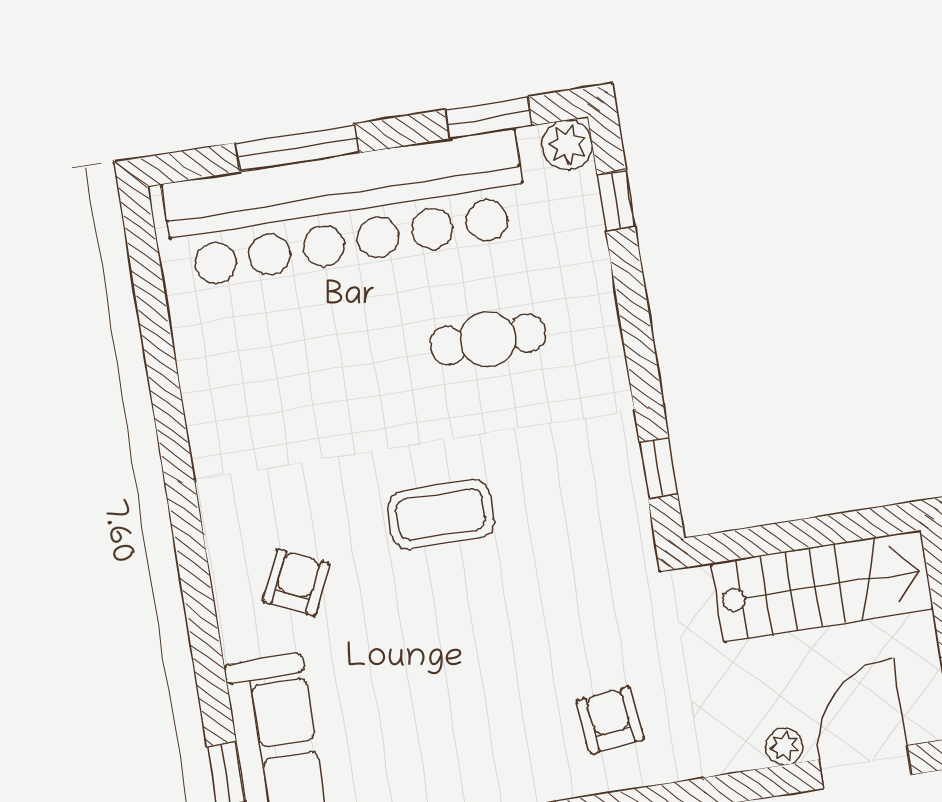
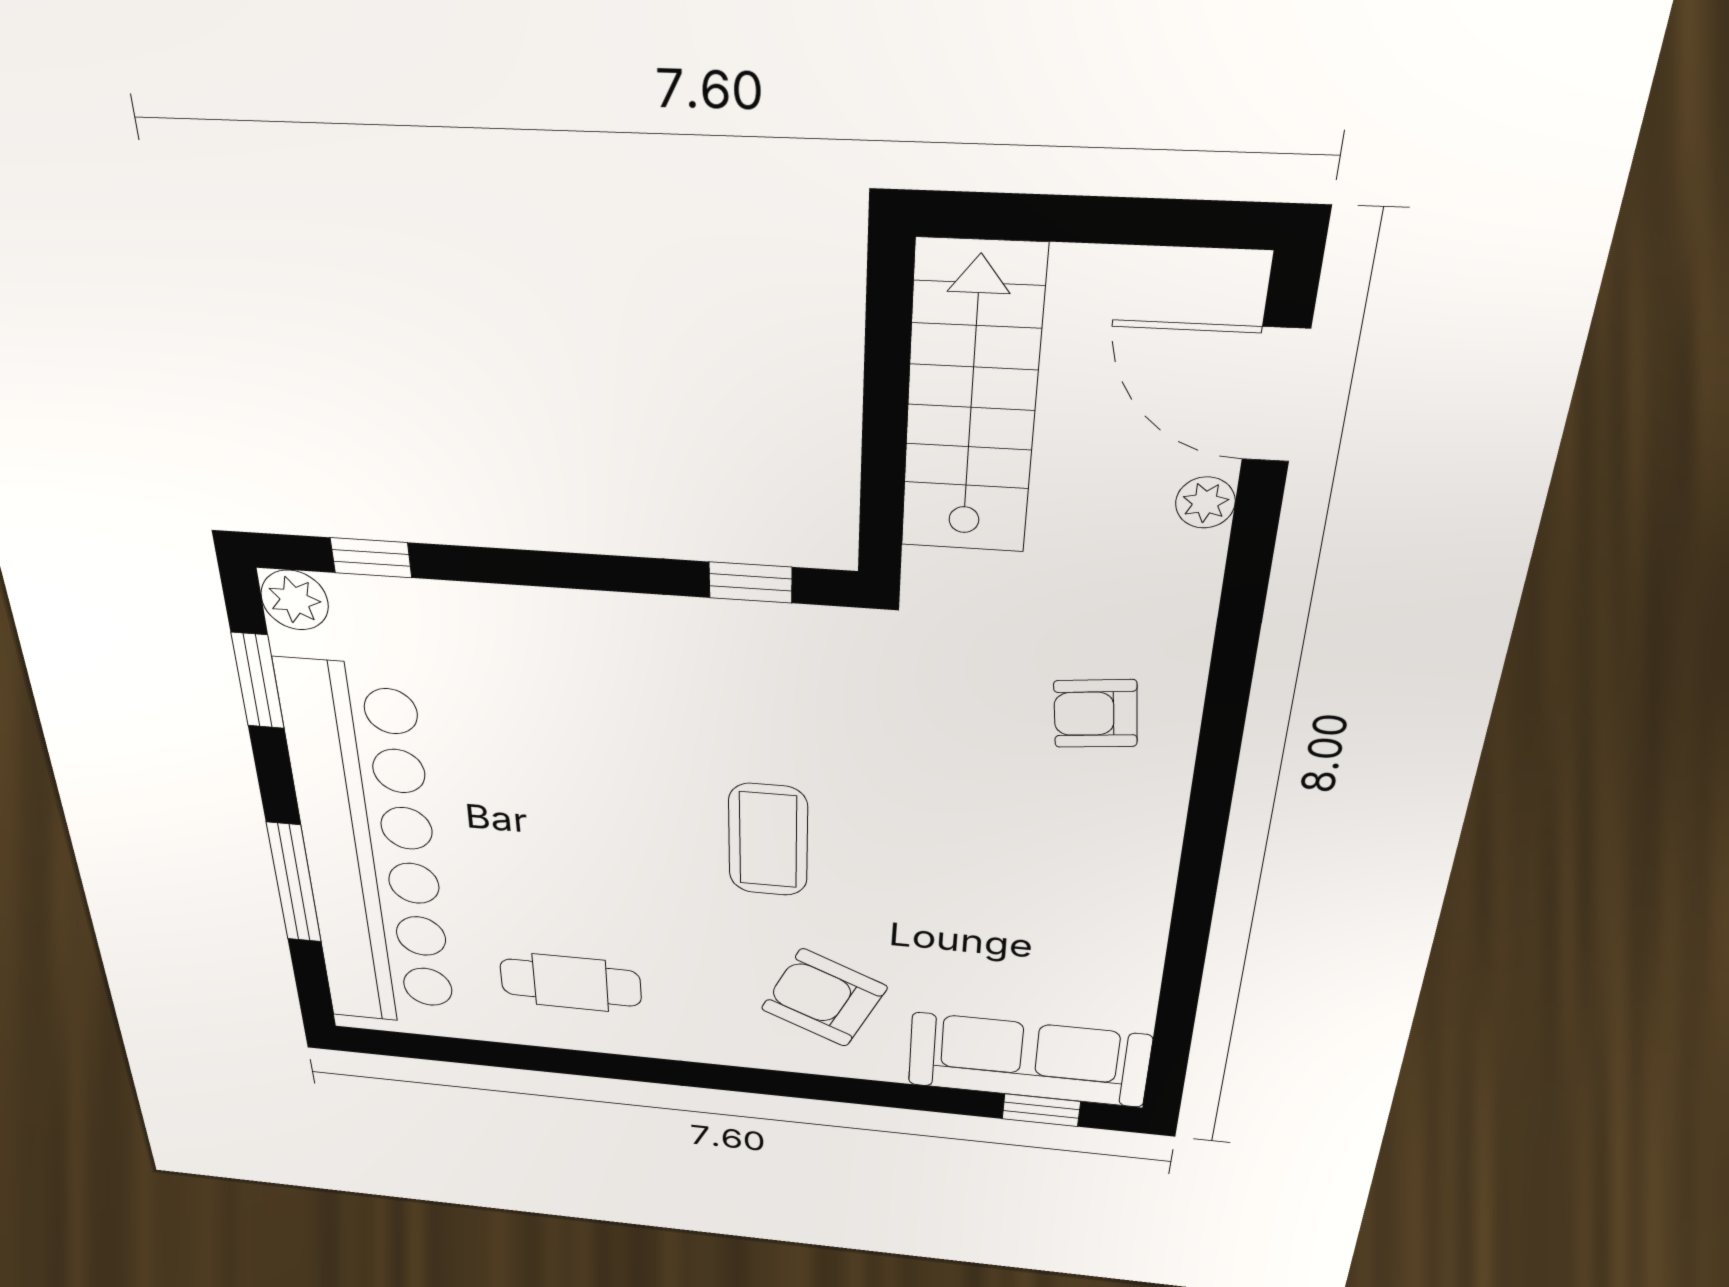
cafe table: (488, 339) -> (570, 983), moved, turned 90
armchair: (296, 583) -> (824, 998), width x1.38, depth x1.38

